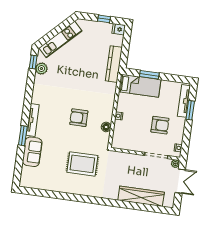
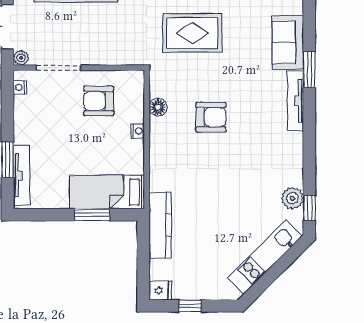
armchair: (160, 125) -> (99, 101), moved

